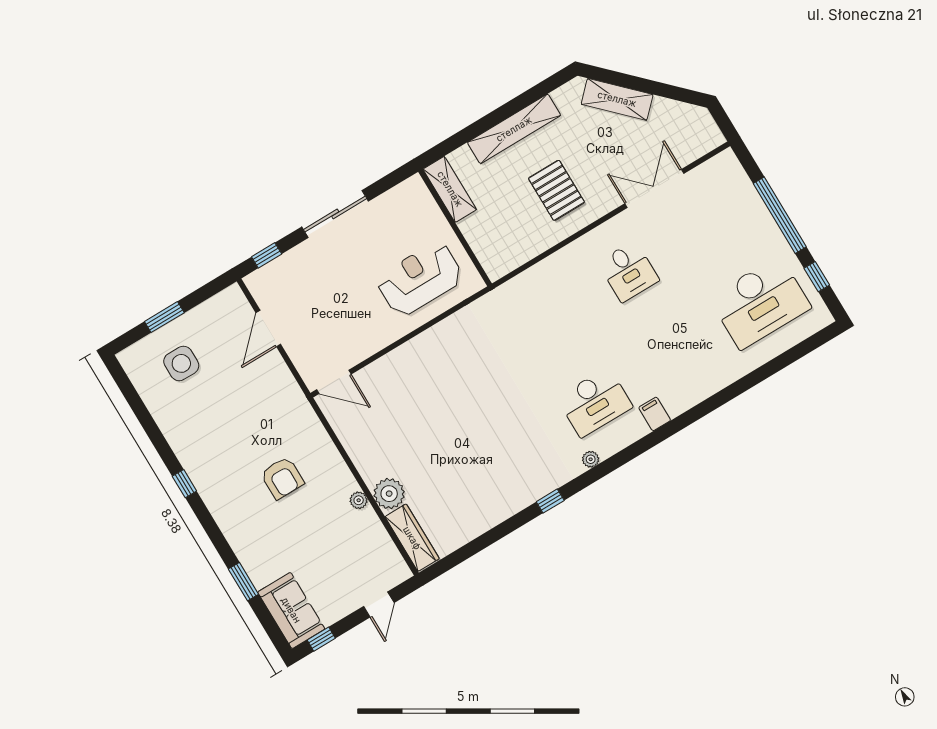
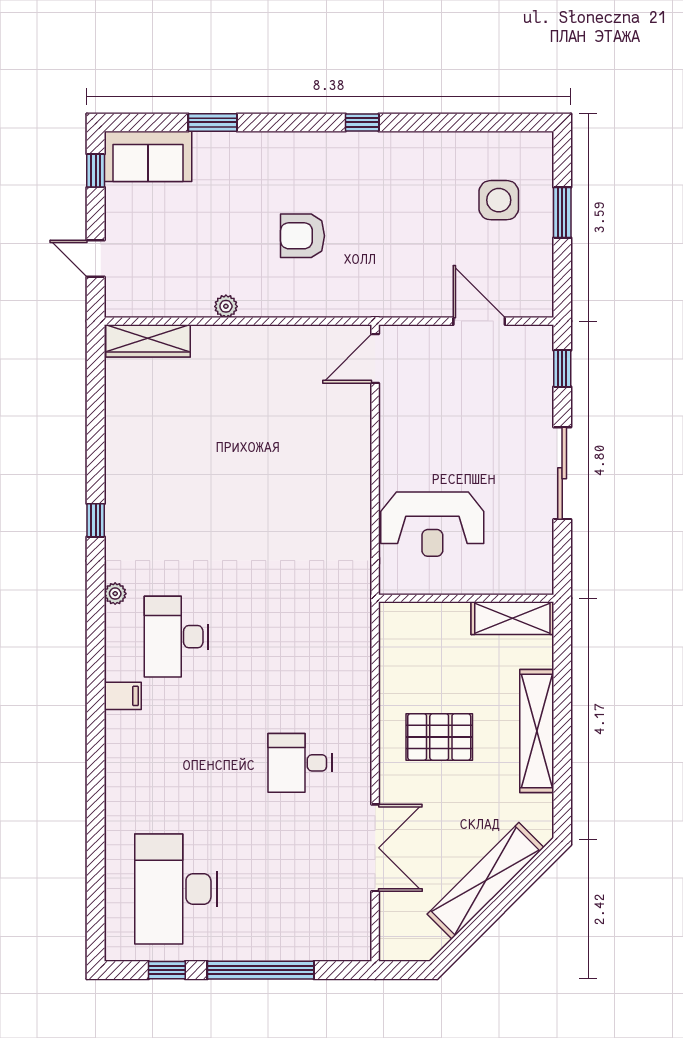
shelving: (617, 99) -> (485, 881), width x1.47
reception desk: (420, 279) -> (432, 524), turned 90
plant: (389, 494) -> (213, 345), removed

